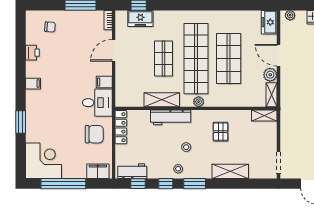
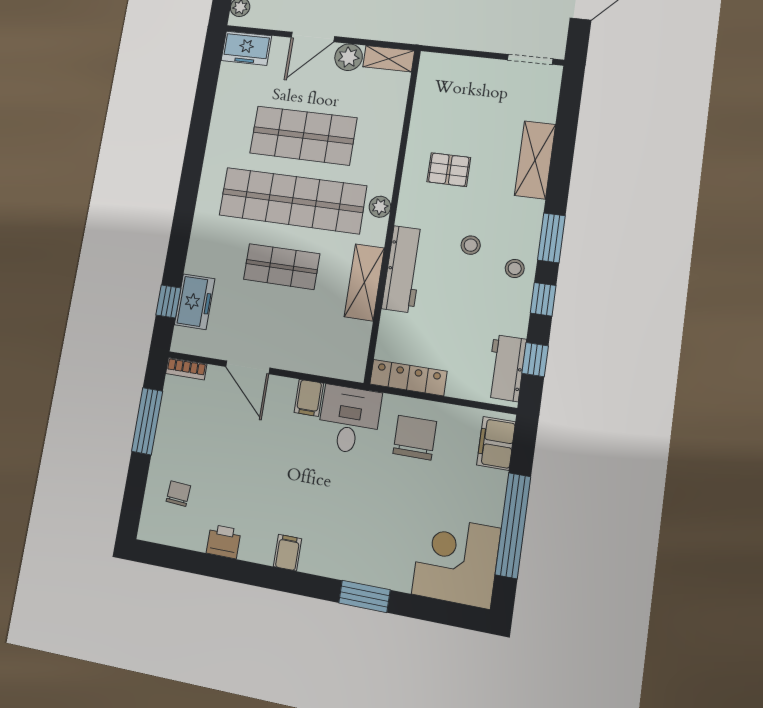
shelving: (264, 115) -> (429, 77), removed

